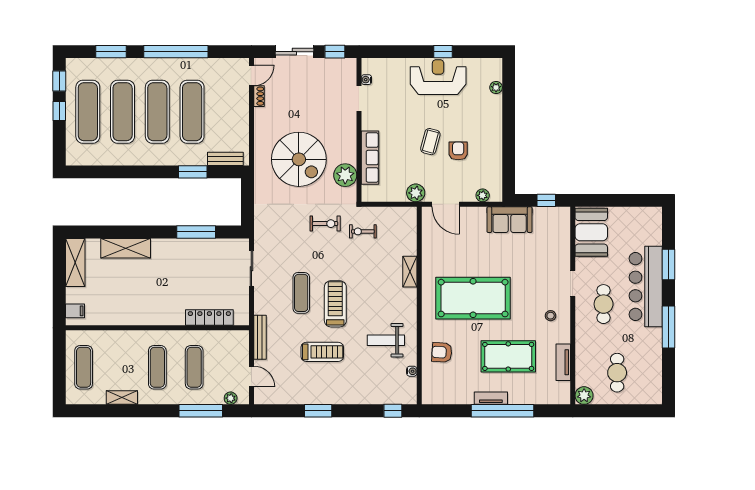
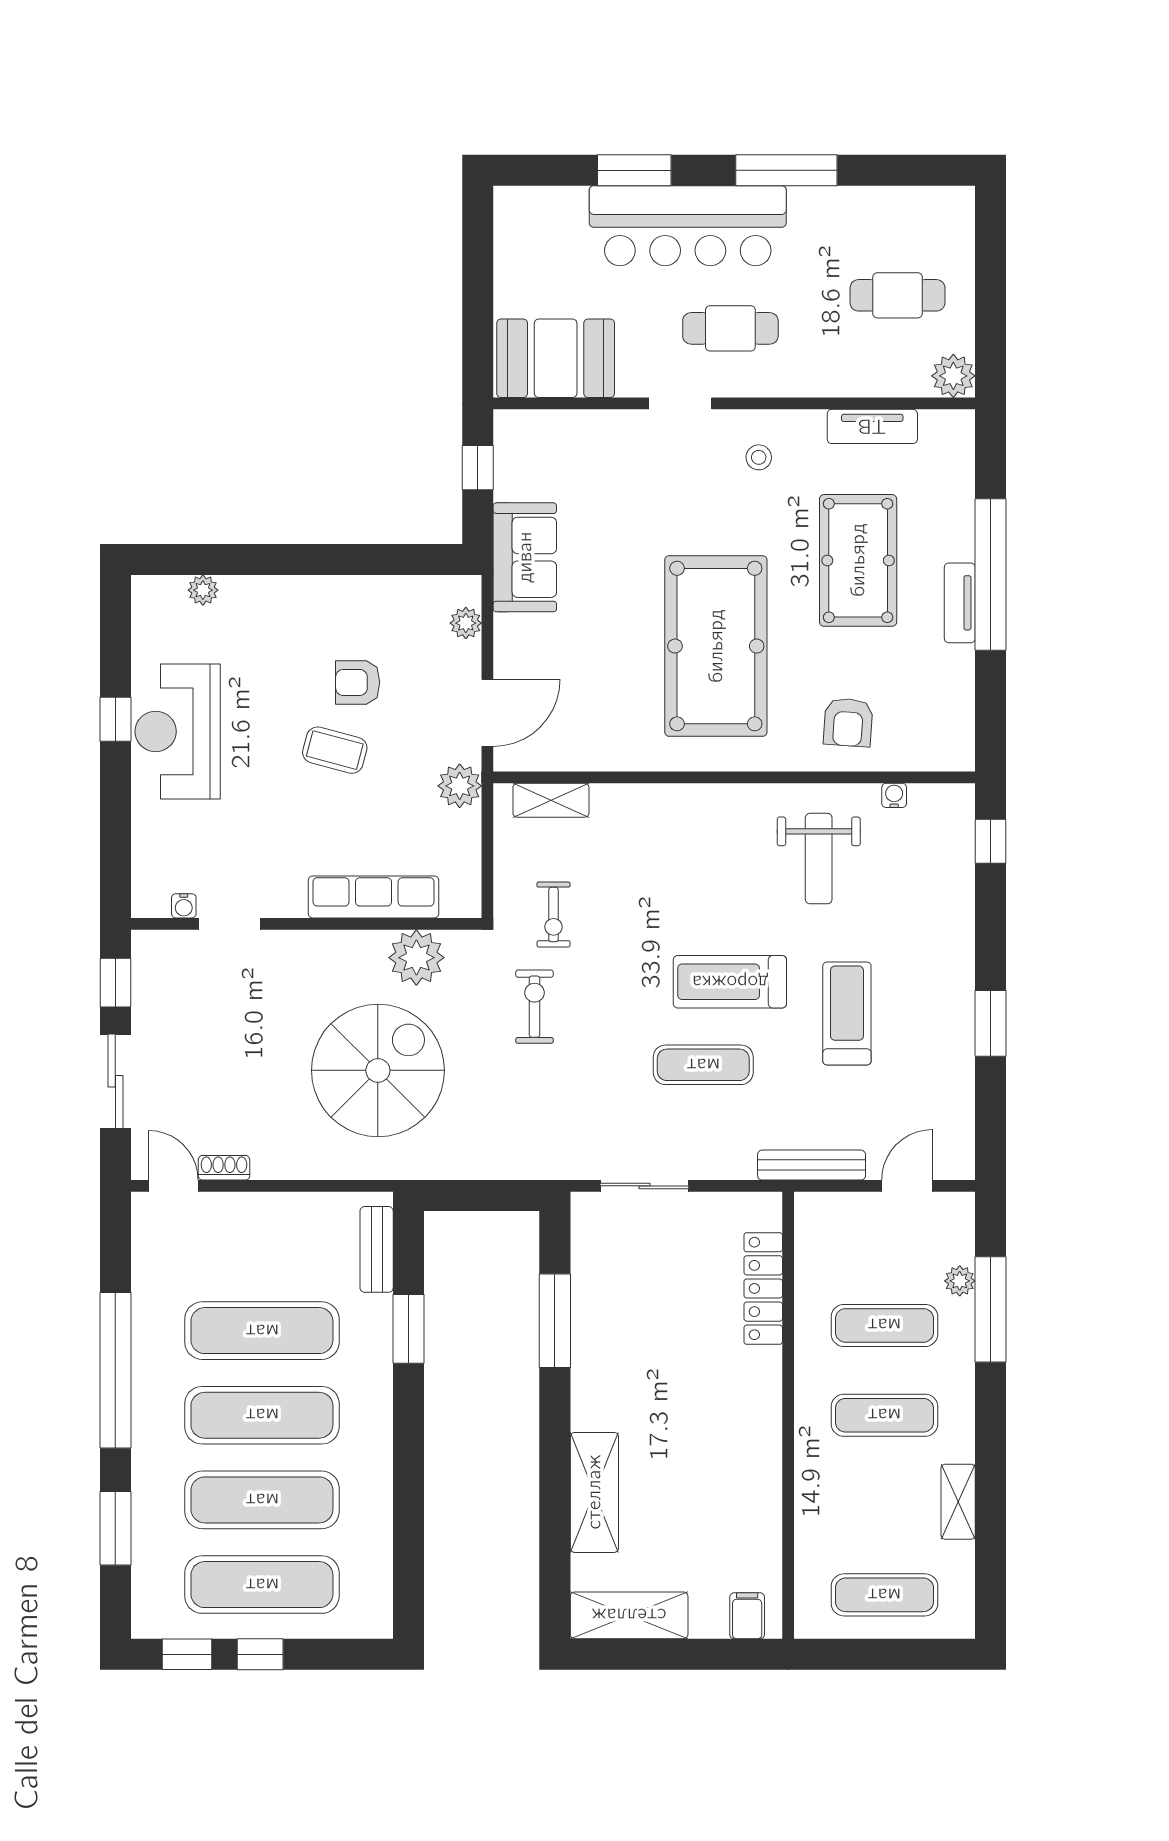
shelving: (410, 272) -> (551, 800), moved
plant: (231, 398) -> (960, 1281), moved

